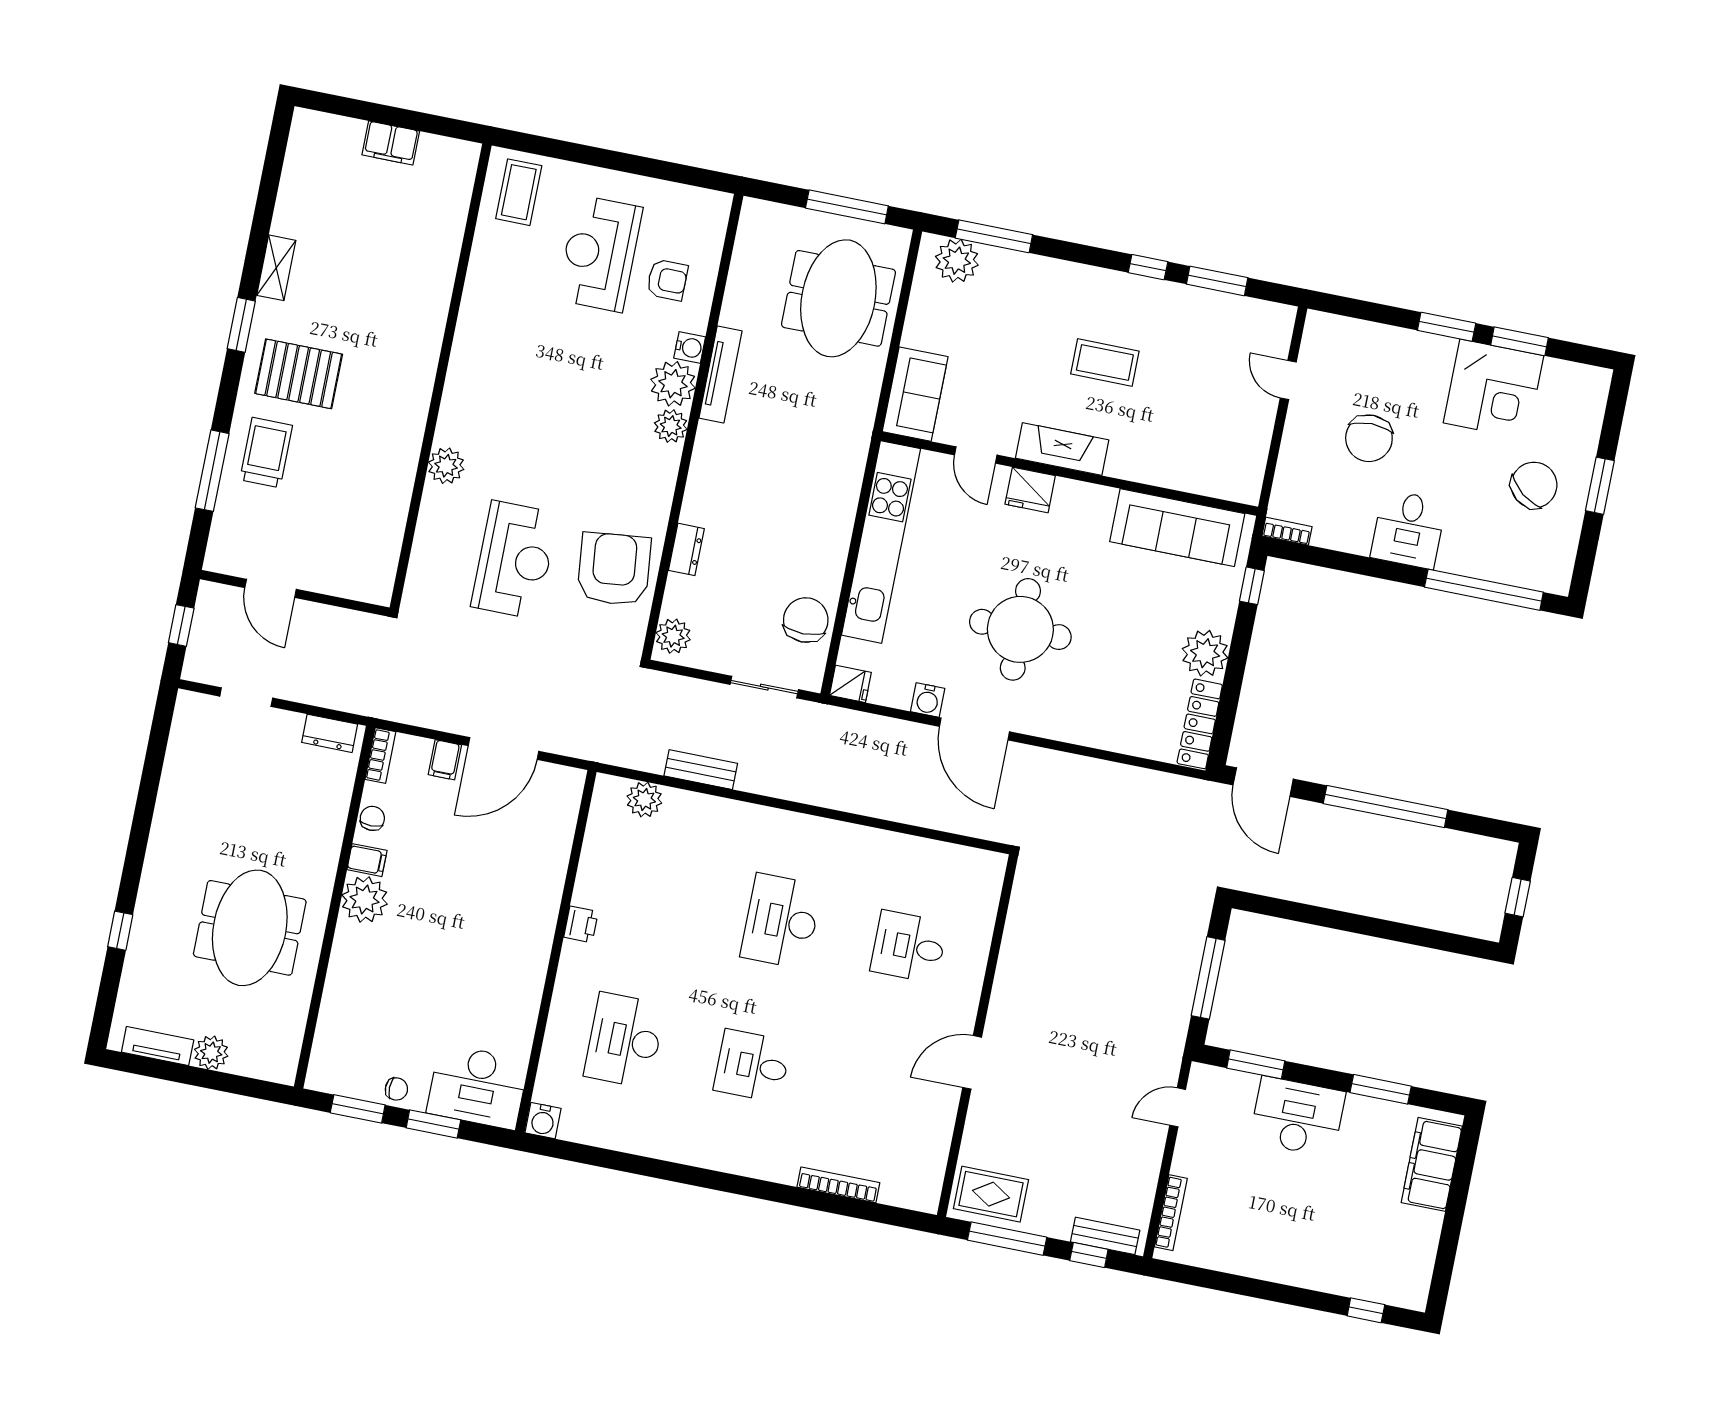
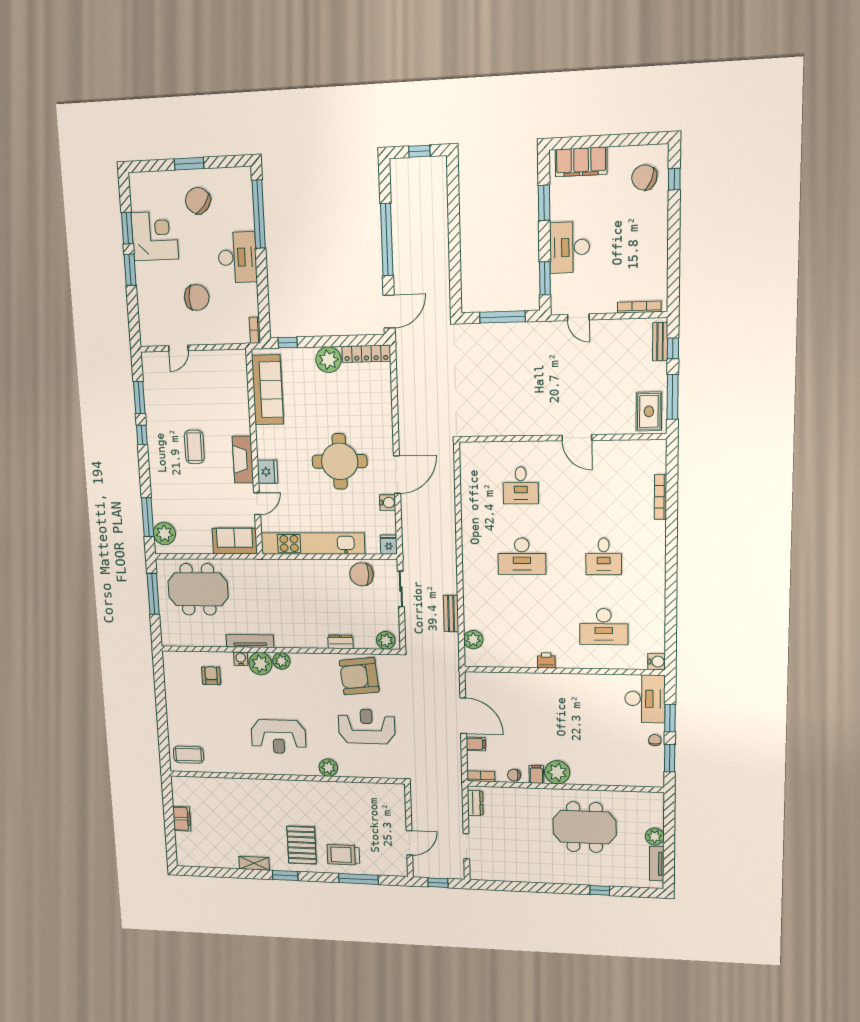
reception desk: (600, 254) -> (278, 737), moved
desk: (1408, 529) -> (237, 257), width x1.37
chair: (1381, 1263) -> (644, 177), added

